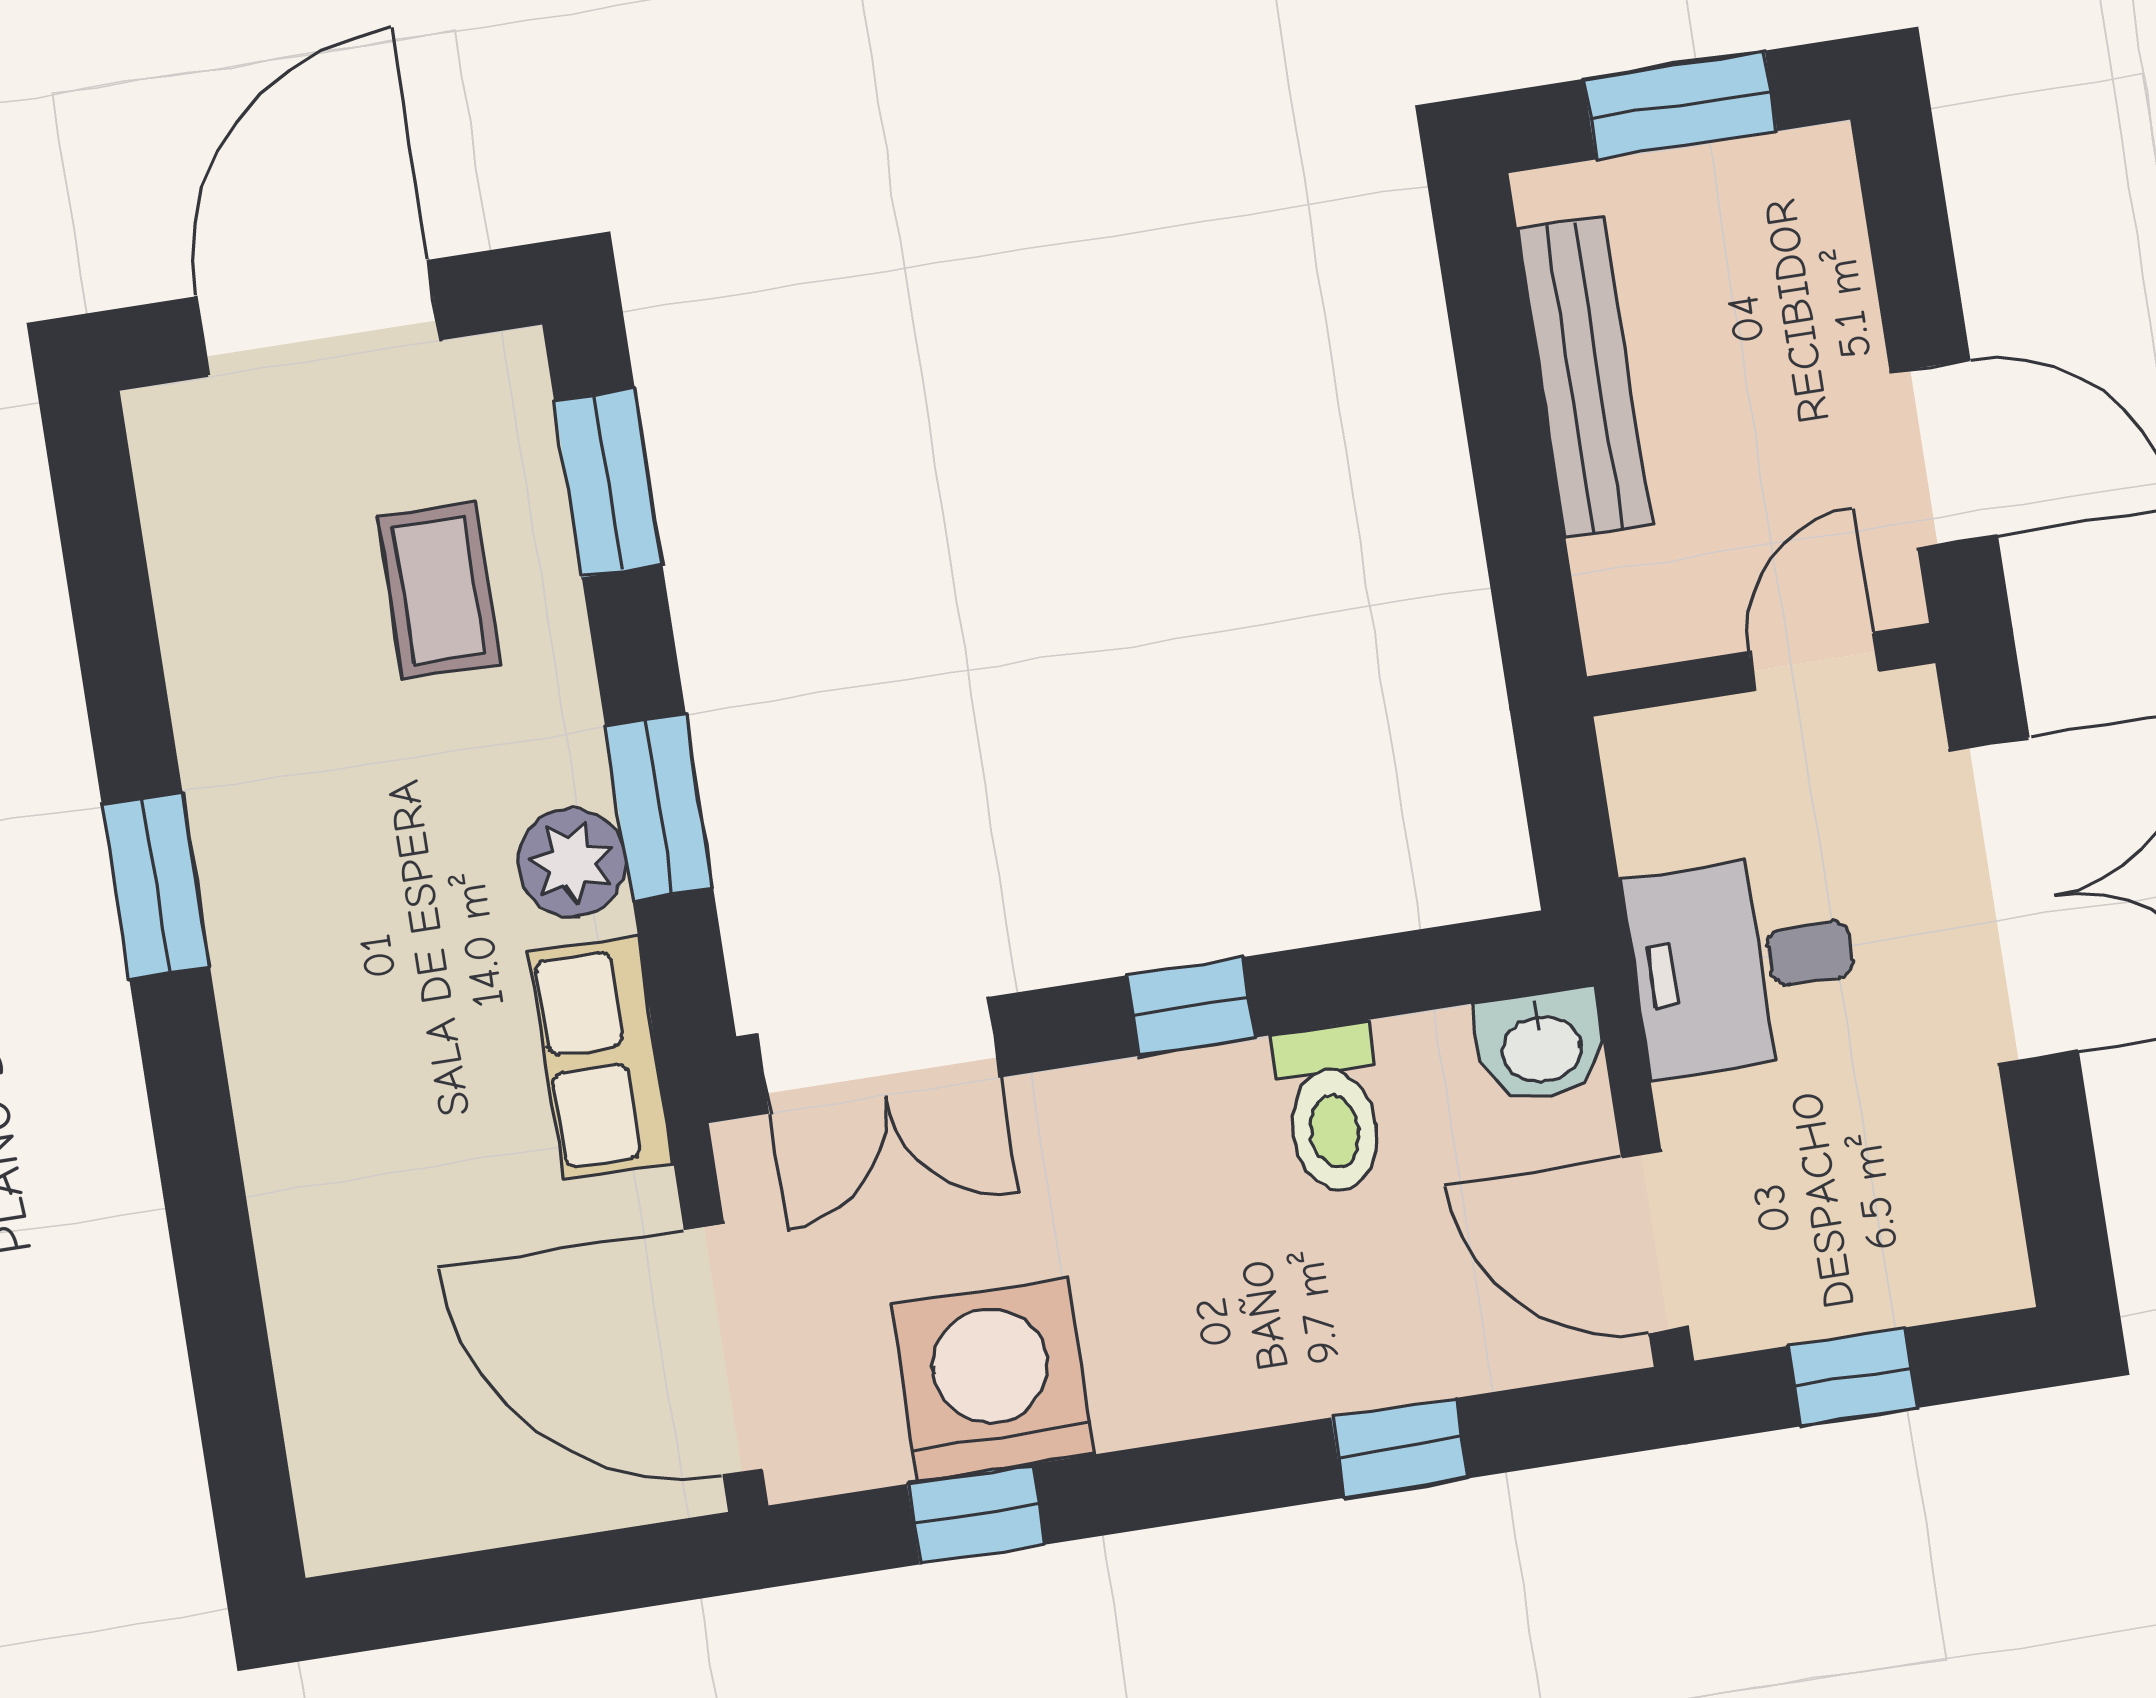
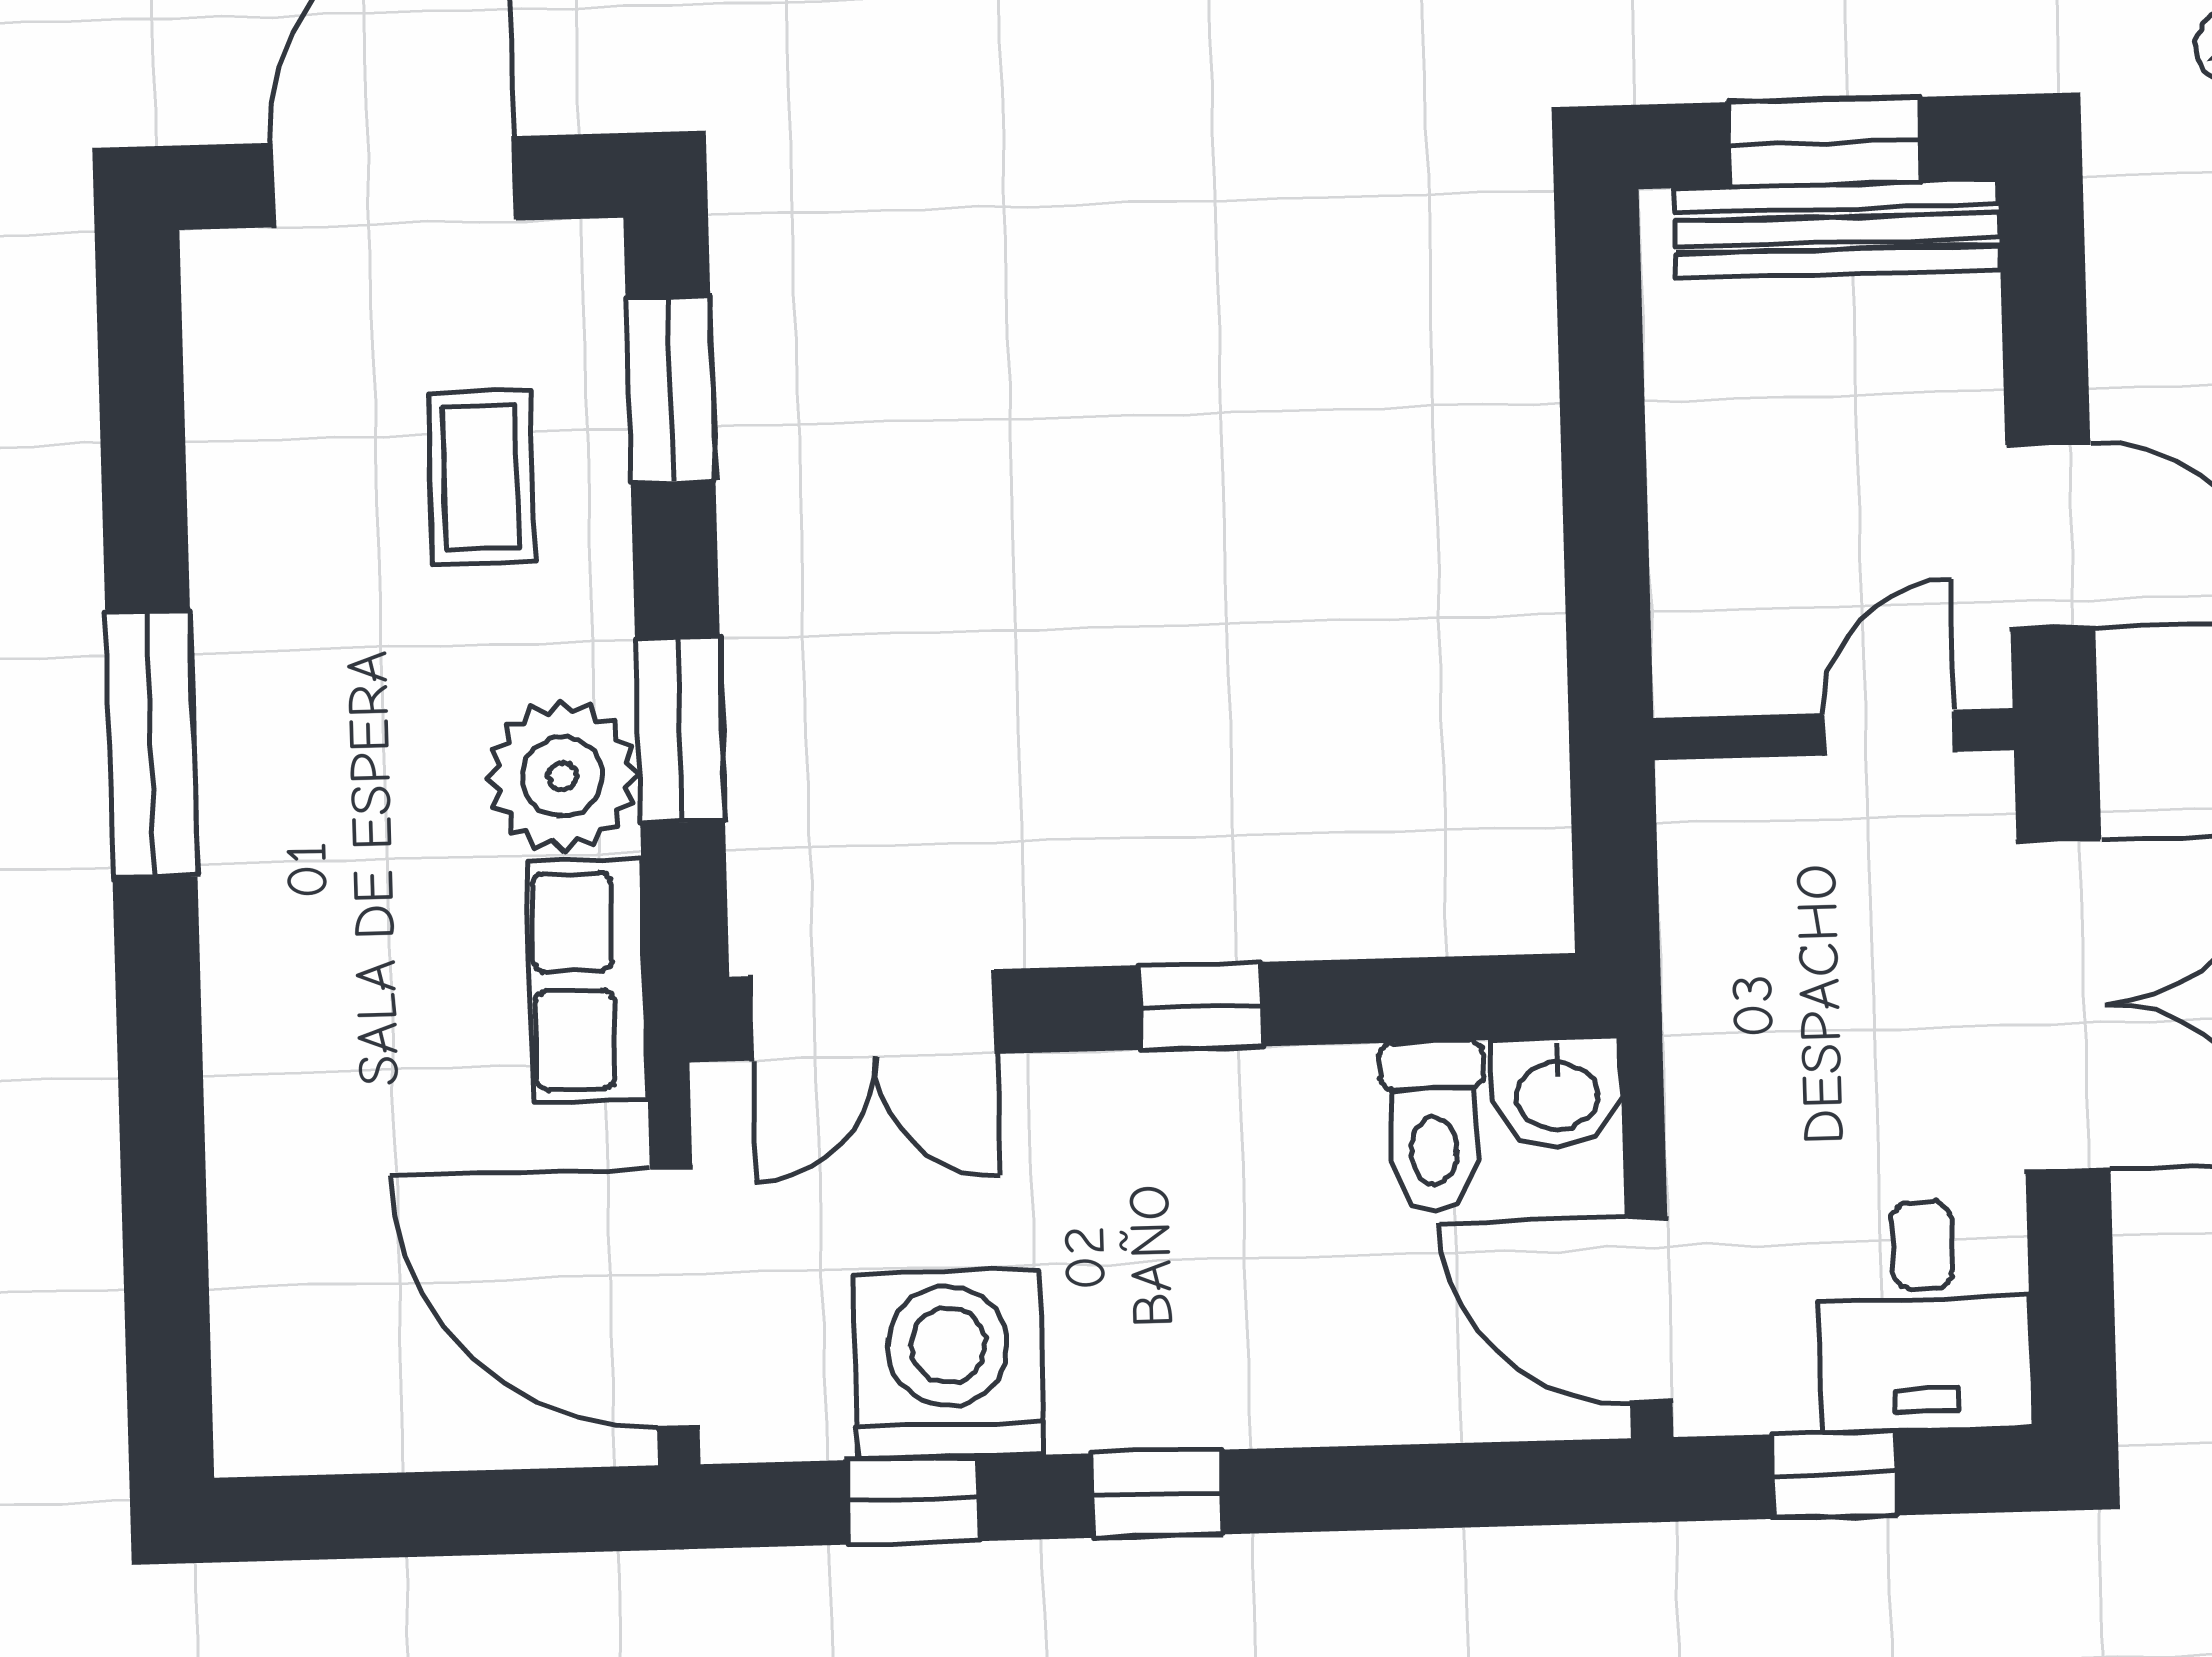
bench: (1584, 377) -> (1837, 229), moved, turned 90
plant: (572, 862) -> (563, 776), width x1.36, depth x1.36
window: (156, 886) -> (151, 745), width x1.44
desk: (1743, 963) -> (1924, 1316), moved, turned -90
toilet: (1331, 1109) -> (1433, 1127), moved
window: (1400, 1448) -> (1157, 1494), moved

